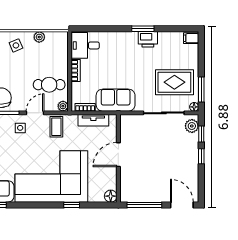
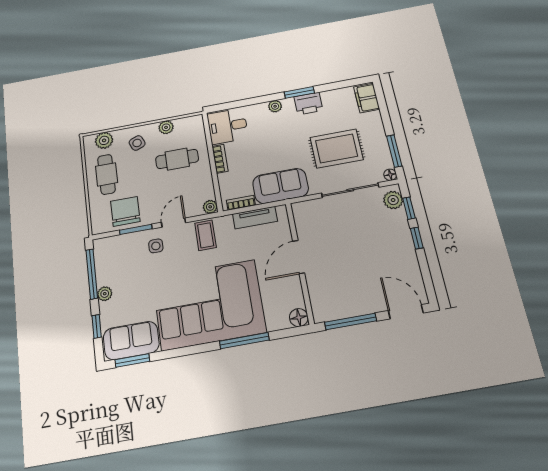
plant: (123, 36) -> (275, 106), added
filing cabinet: (191, 38) -> (367, 98), width x2.00
rug: (174, 82) -> (337, 148), moved
cafe table: (49, 85) -> (177, 159), moved
window: (72, 205) -> (244, 341), width x2.17

